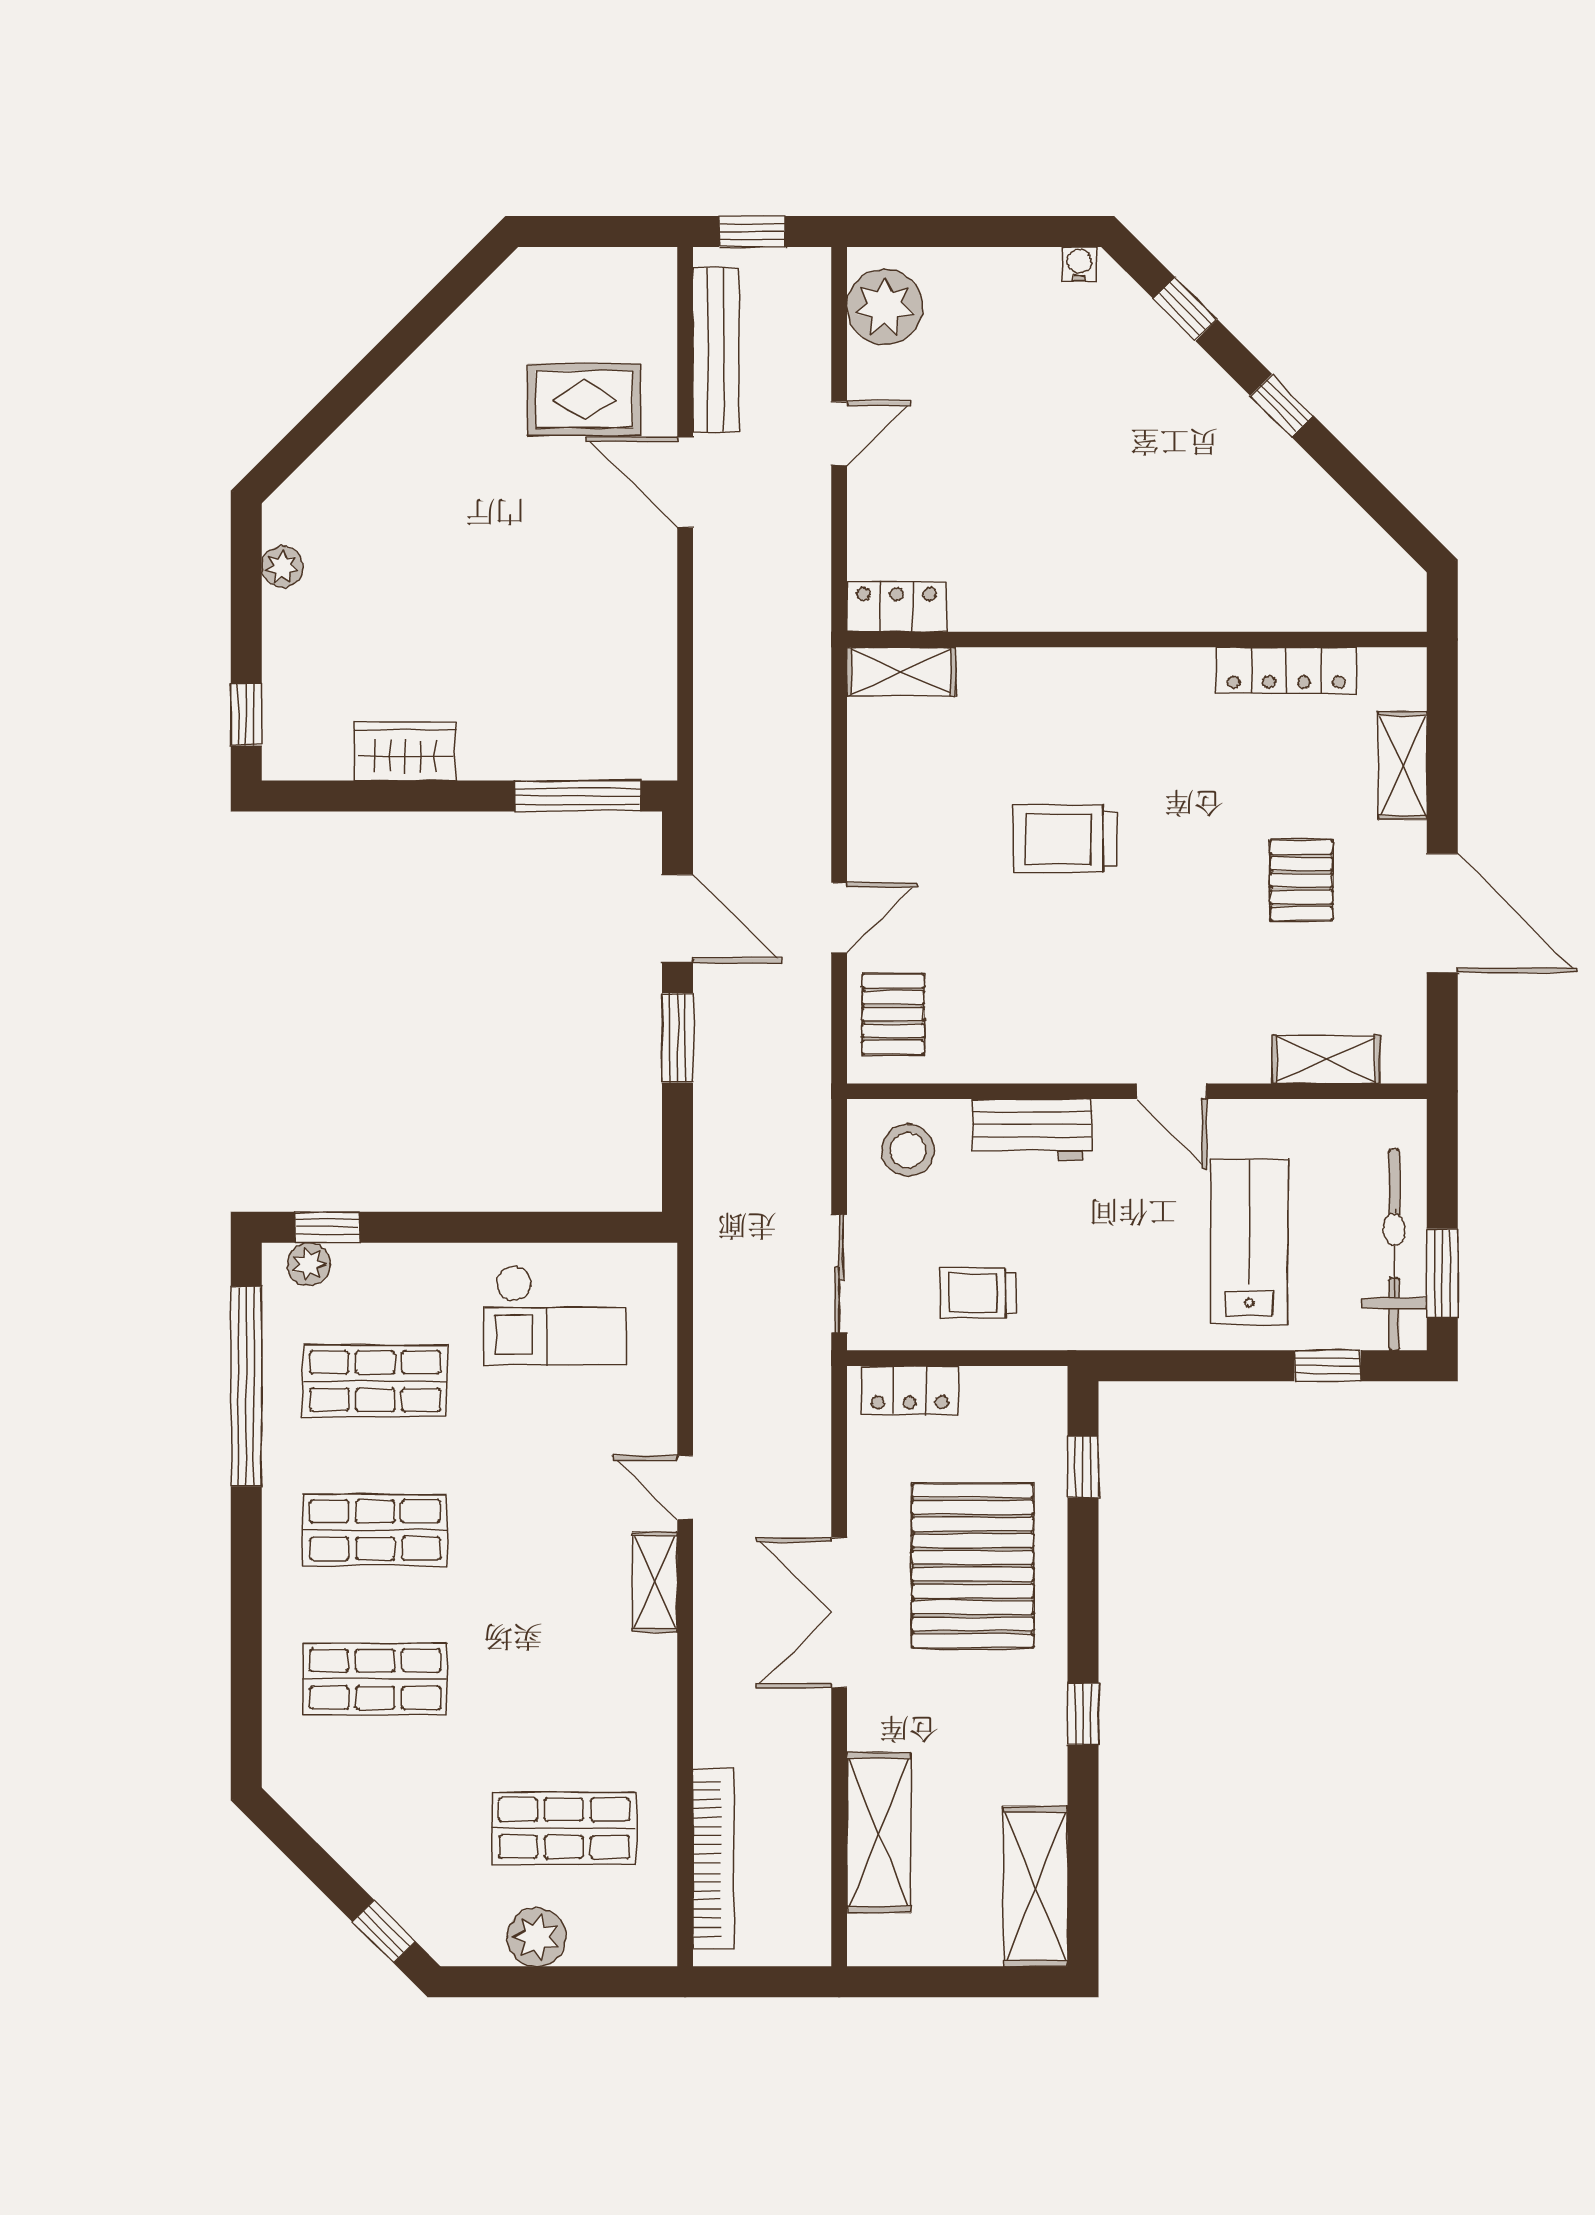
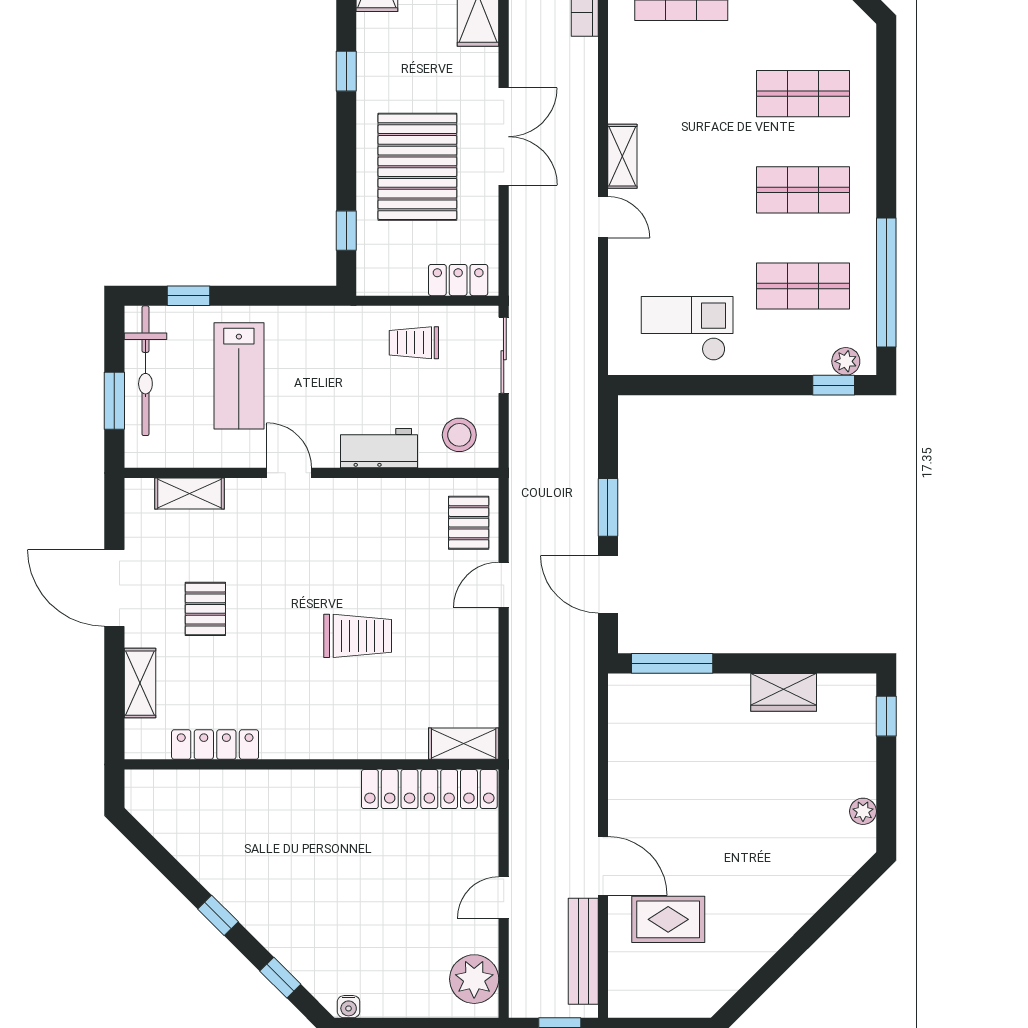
locker: (897, 607) -> (429, 789), width x2.16, depth x1.21
window: (1442, 1273) -> (114, 401), moved
trolley: (978, 1293) -> (414, 343), turned 180

